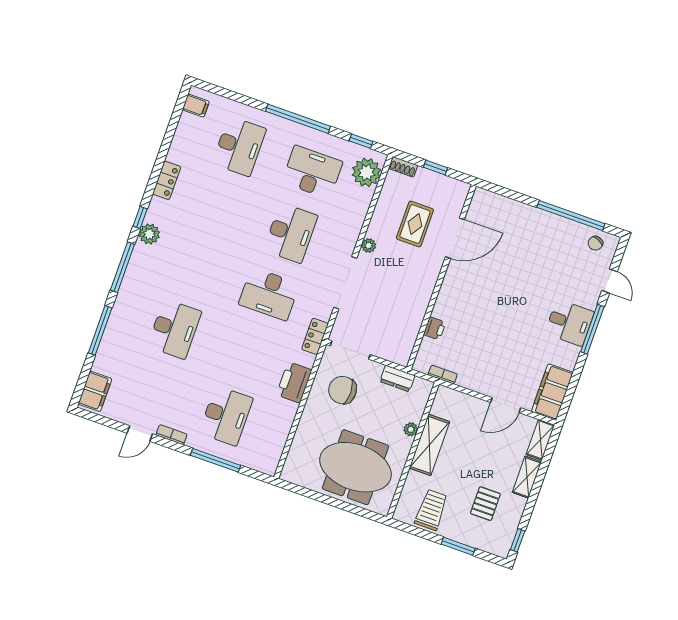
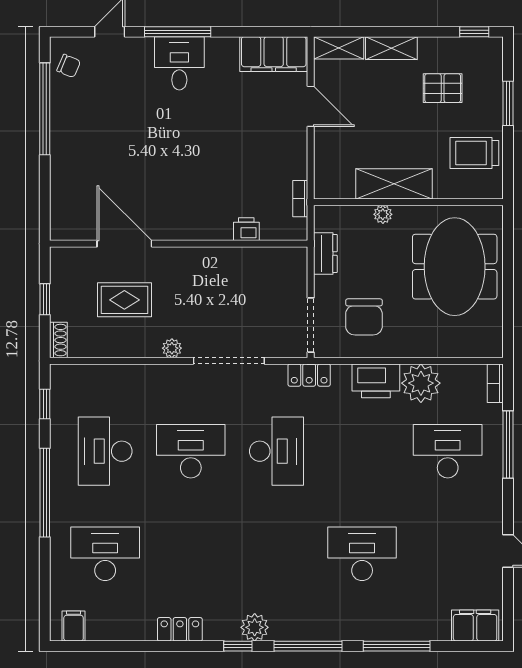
plant: (366, 172) -> (421, 383), moved
bookcase: (172, 435) -> (495, 383), moved

